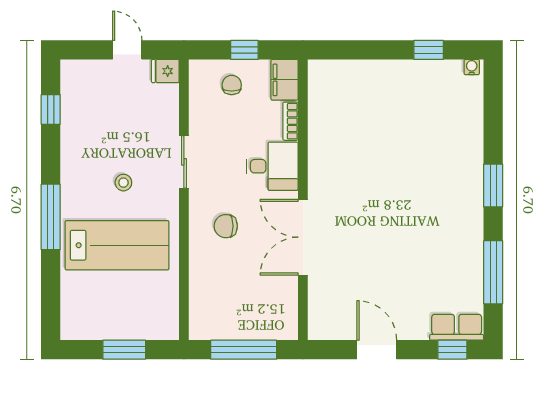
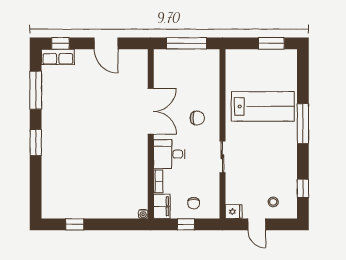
water cooler: (472, 67) -> (143, 214), moved
stool: (123, 183) -> (273, 202), moved
lab bench: (117, 245) -> (263, 106), turned 180
window: (124, 350) -> (271, 43), moved

